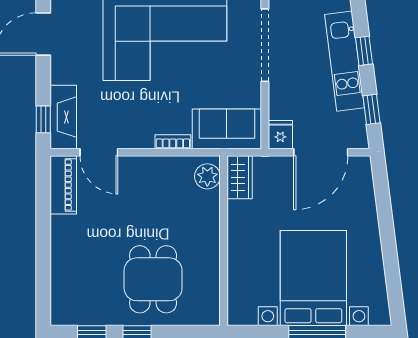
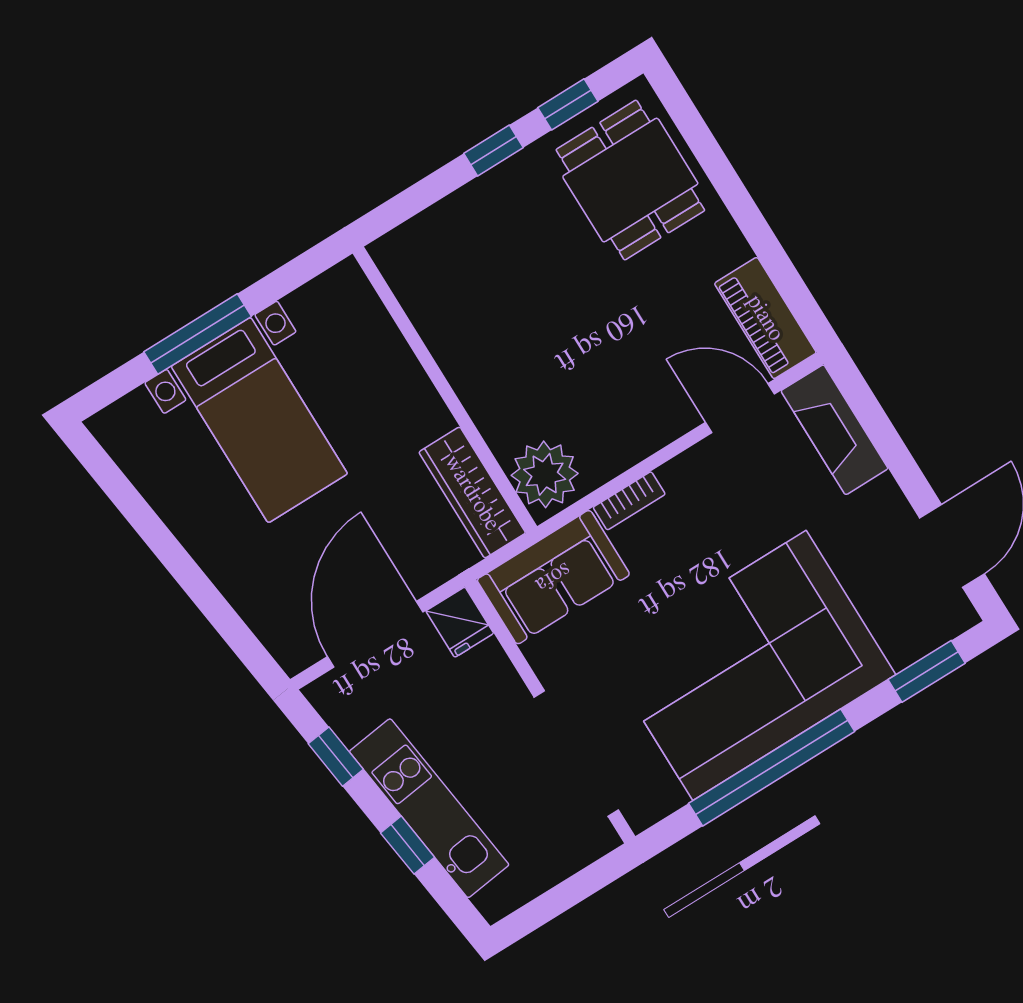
window: (43, 119) -> (865, 405), removed
plant: (207, 176) -> (545, 474), width x1.36, depth x1.36
wardrobe: (240, 177) -> (472, 493), width x1.50
bed with nightstands: (313, 278) -> (259, 420), width x0.73
dining table: (153, 279) -> (630, 180), moved

